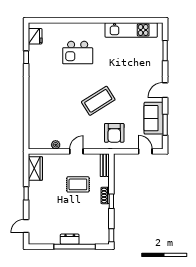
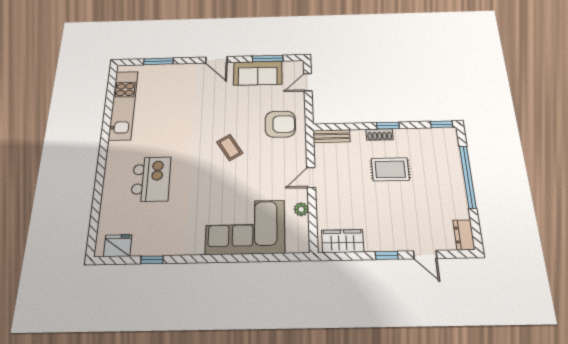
coffee table: (98, 101) -> (230, 148), width x0.54, depth x0.58
corner sofa: (45, 111) -> (245, 227), added
door: (76, 151) -> (311, 178), hinge flipped
rug: (78, 184) -> (390, 169), moved, turned 90
door: (26, 226) -> (425, 255), moved
dresser: (70, 239) -> (464, 235), moved

